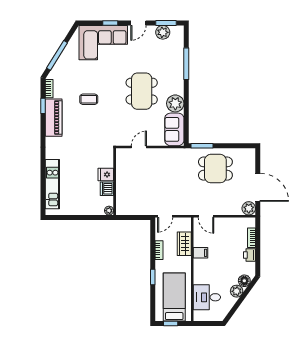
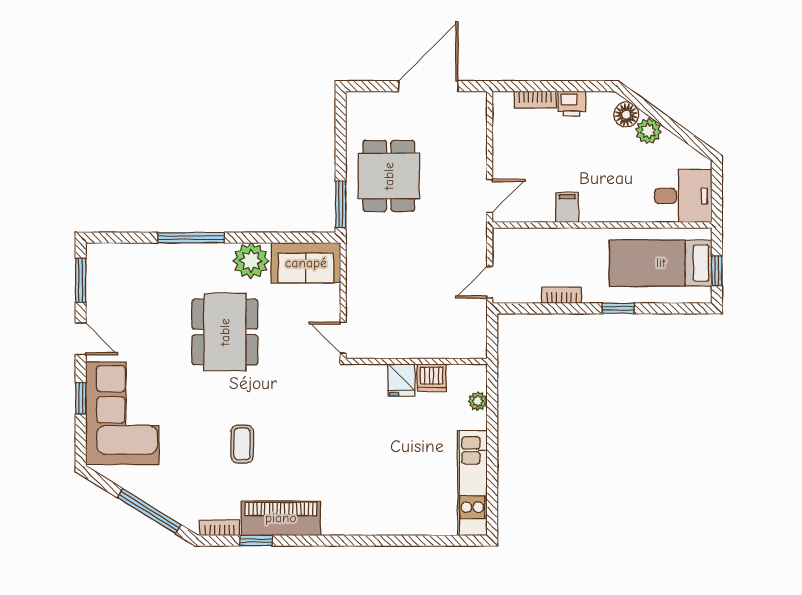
plant: (163, 32) -> (100, 287), removed
window: (186, 64) -> (191, 238), moved
dining table: (142, 91) -> (225, 332), turned 90
fridge: (106, 174) -> (401, 380), moved
wall: (115, 182) -> (416, 361), moved
kitchen unit: (52, 184) -> (472, 483), moved, turned -90
dishwasher: (107, 189) -> (432, 378), moved
plant: (249, 208) -> (473, 105), removed
door: (165, 216) -> (490, 282), swing flipped
wardrobe: (184, 244) -> (548, 242), removed
desk: (207, 297) -> (683, 196), moved, turned -90

